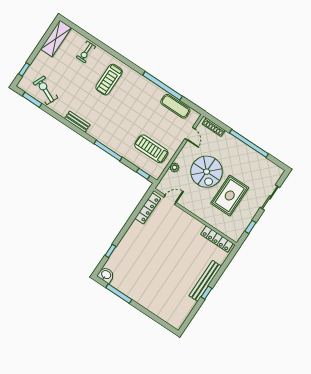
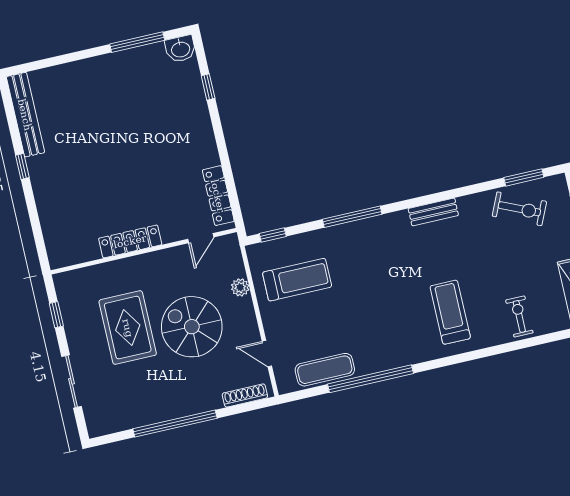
locker: (217, 239) -> (130, 241), moved
bench: (205, 281) -> (25, 115), moved

